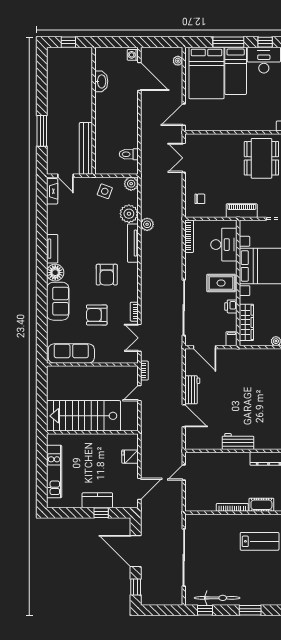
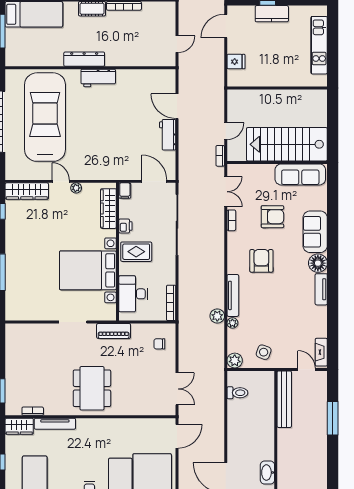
plant: (129, 214) -> (232, 323), width x0.53, depth x0.53
stairs: (84, 416) -> (287, 144), moved, turned 180
workbench: (238, 442) -> (98, 78), moved

